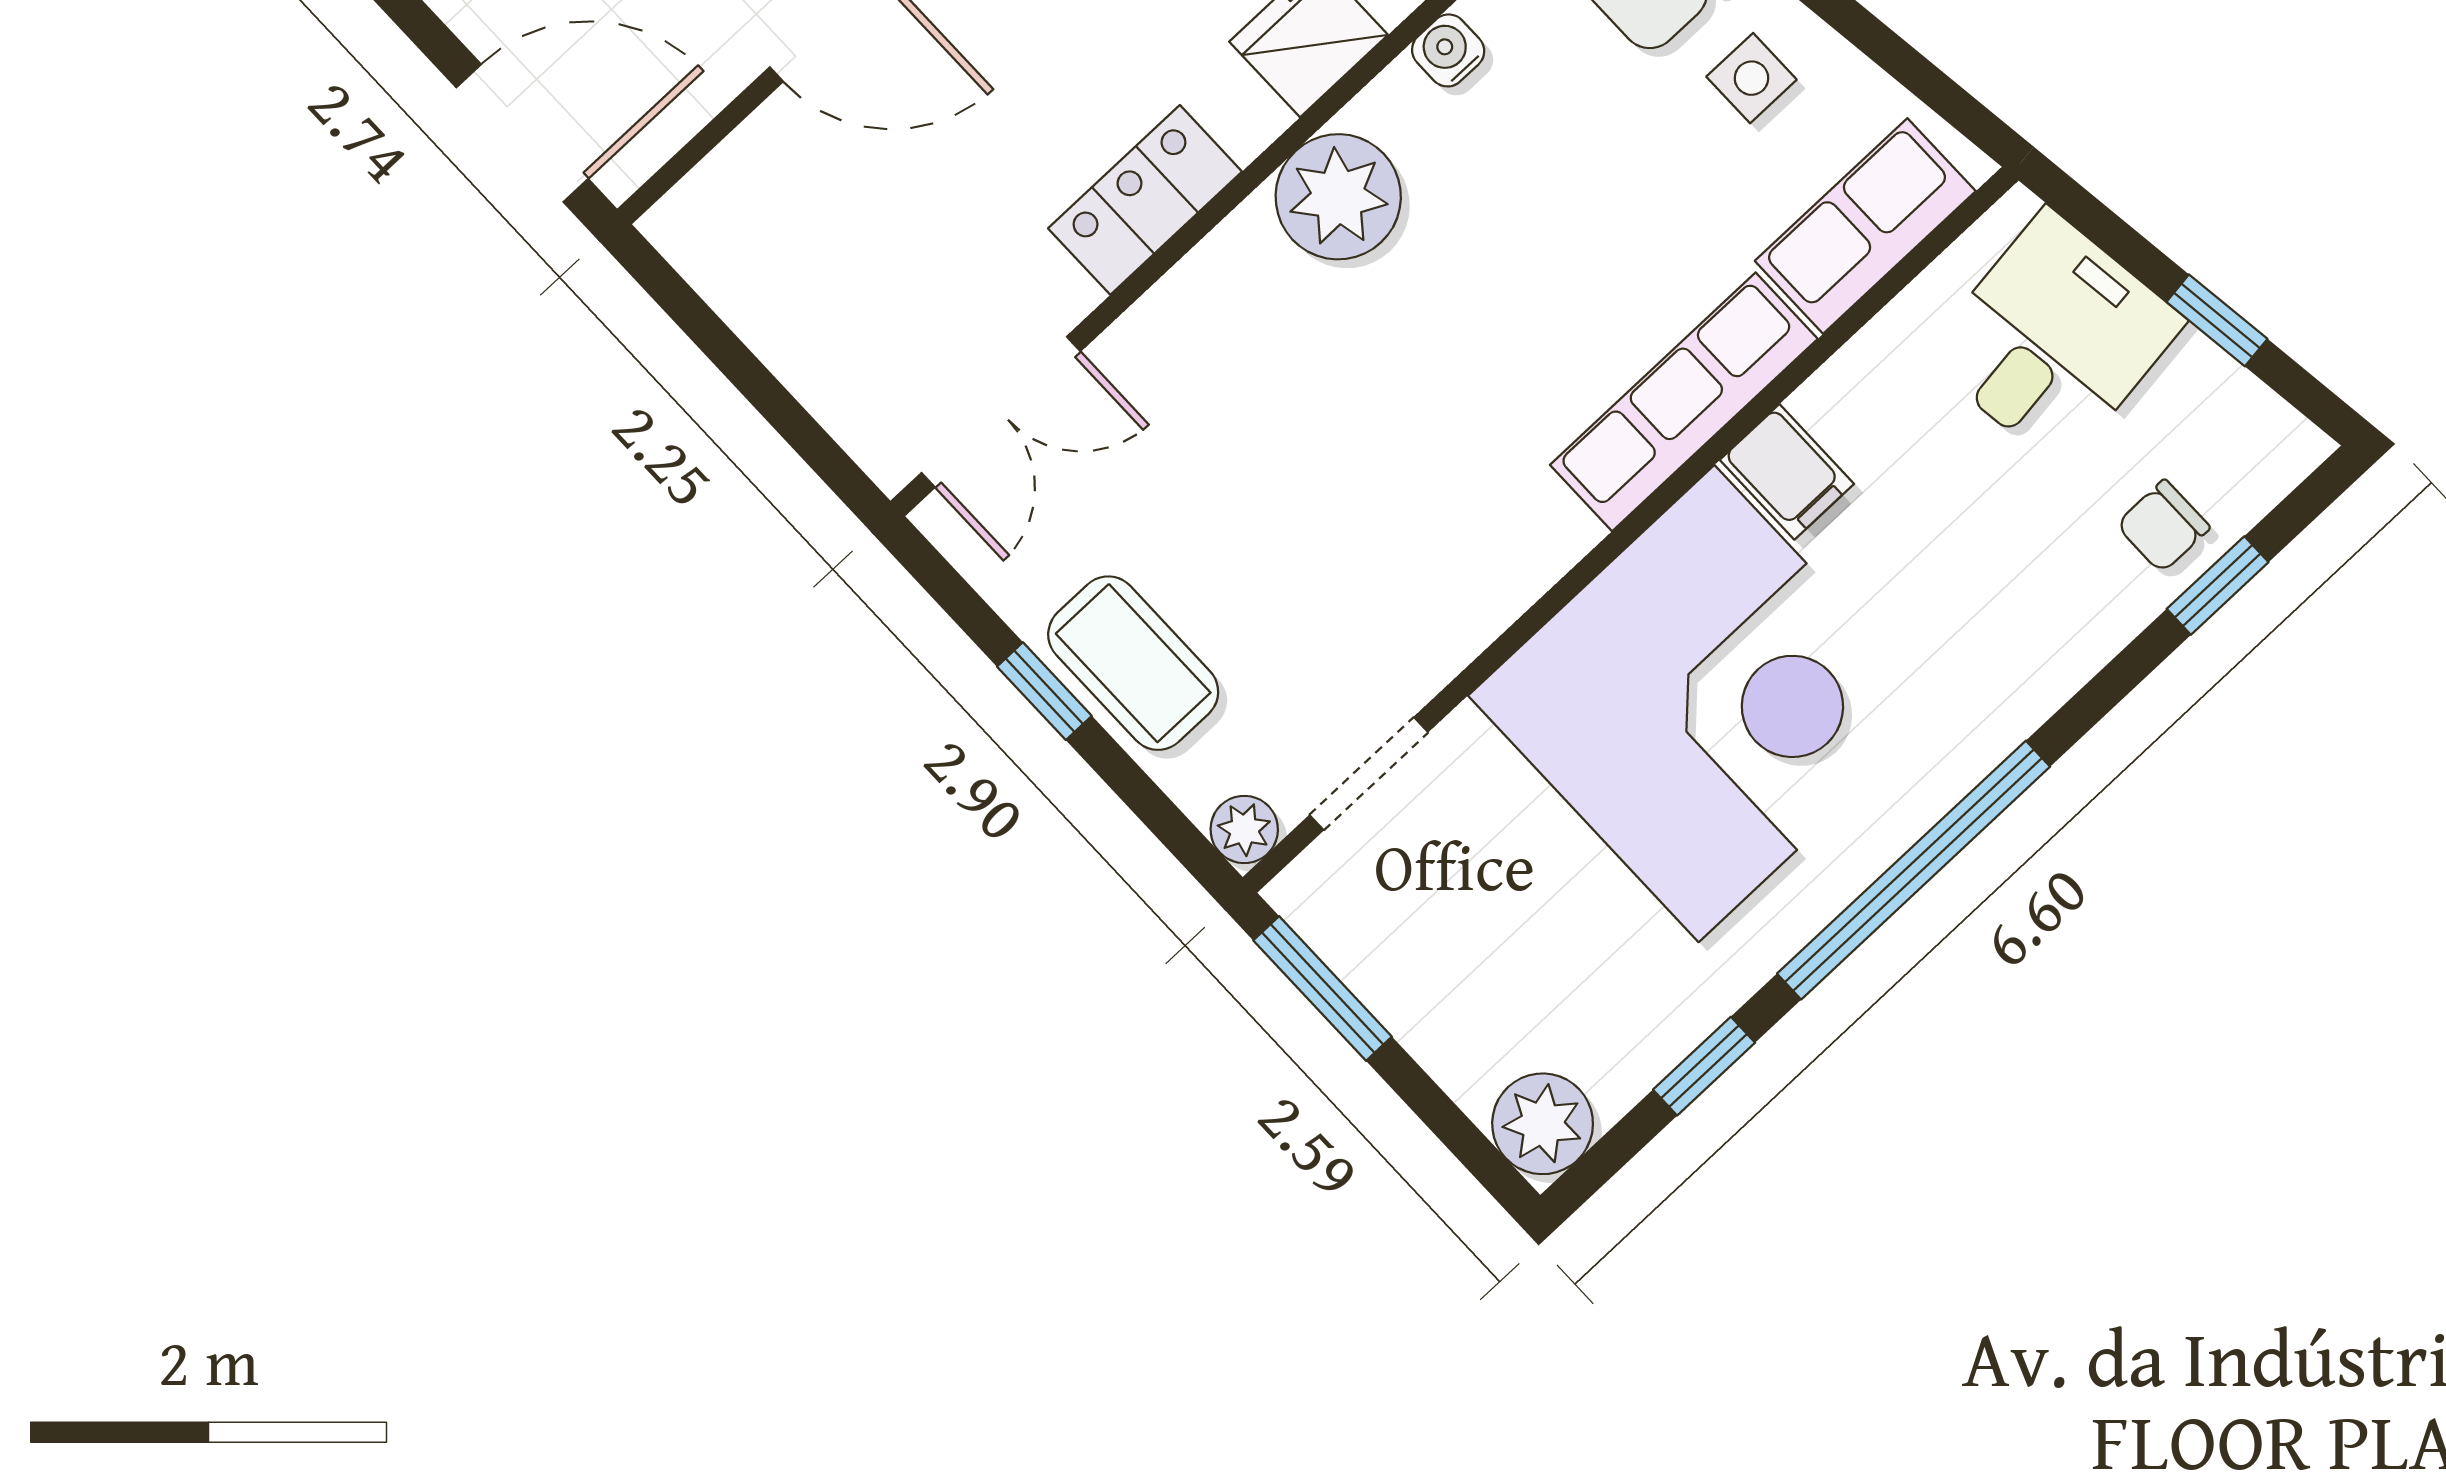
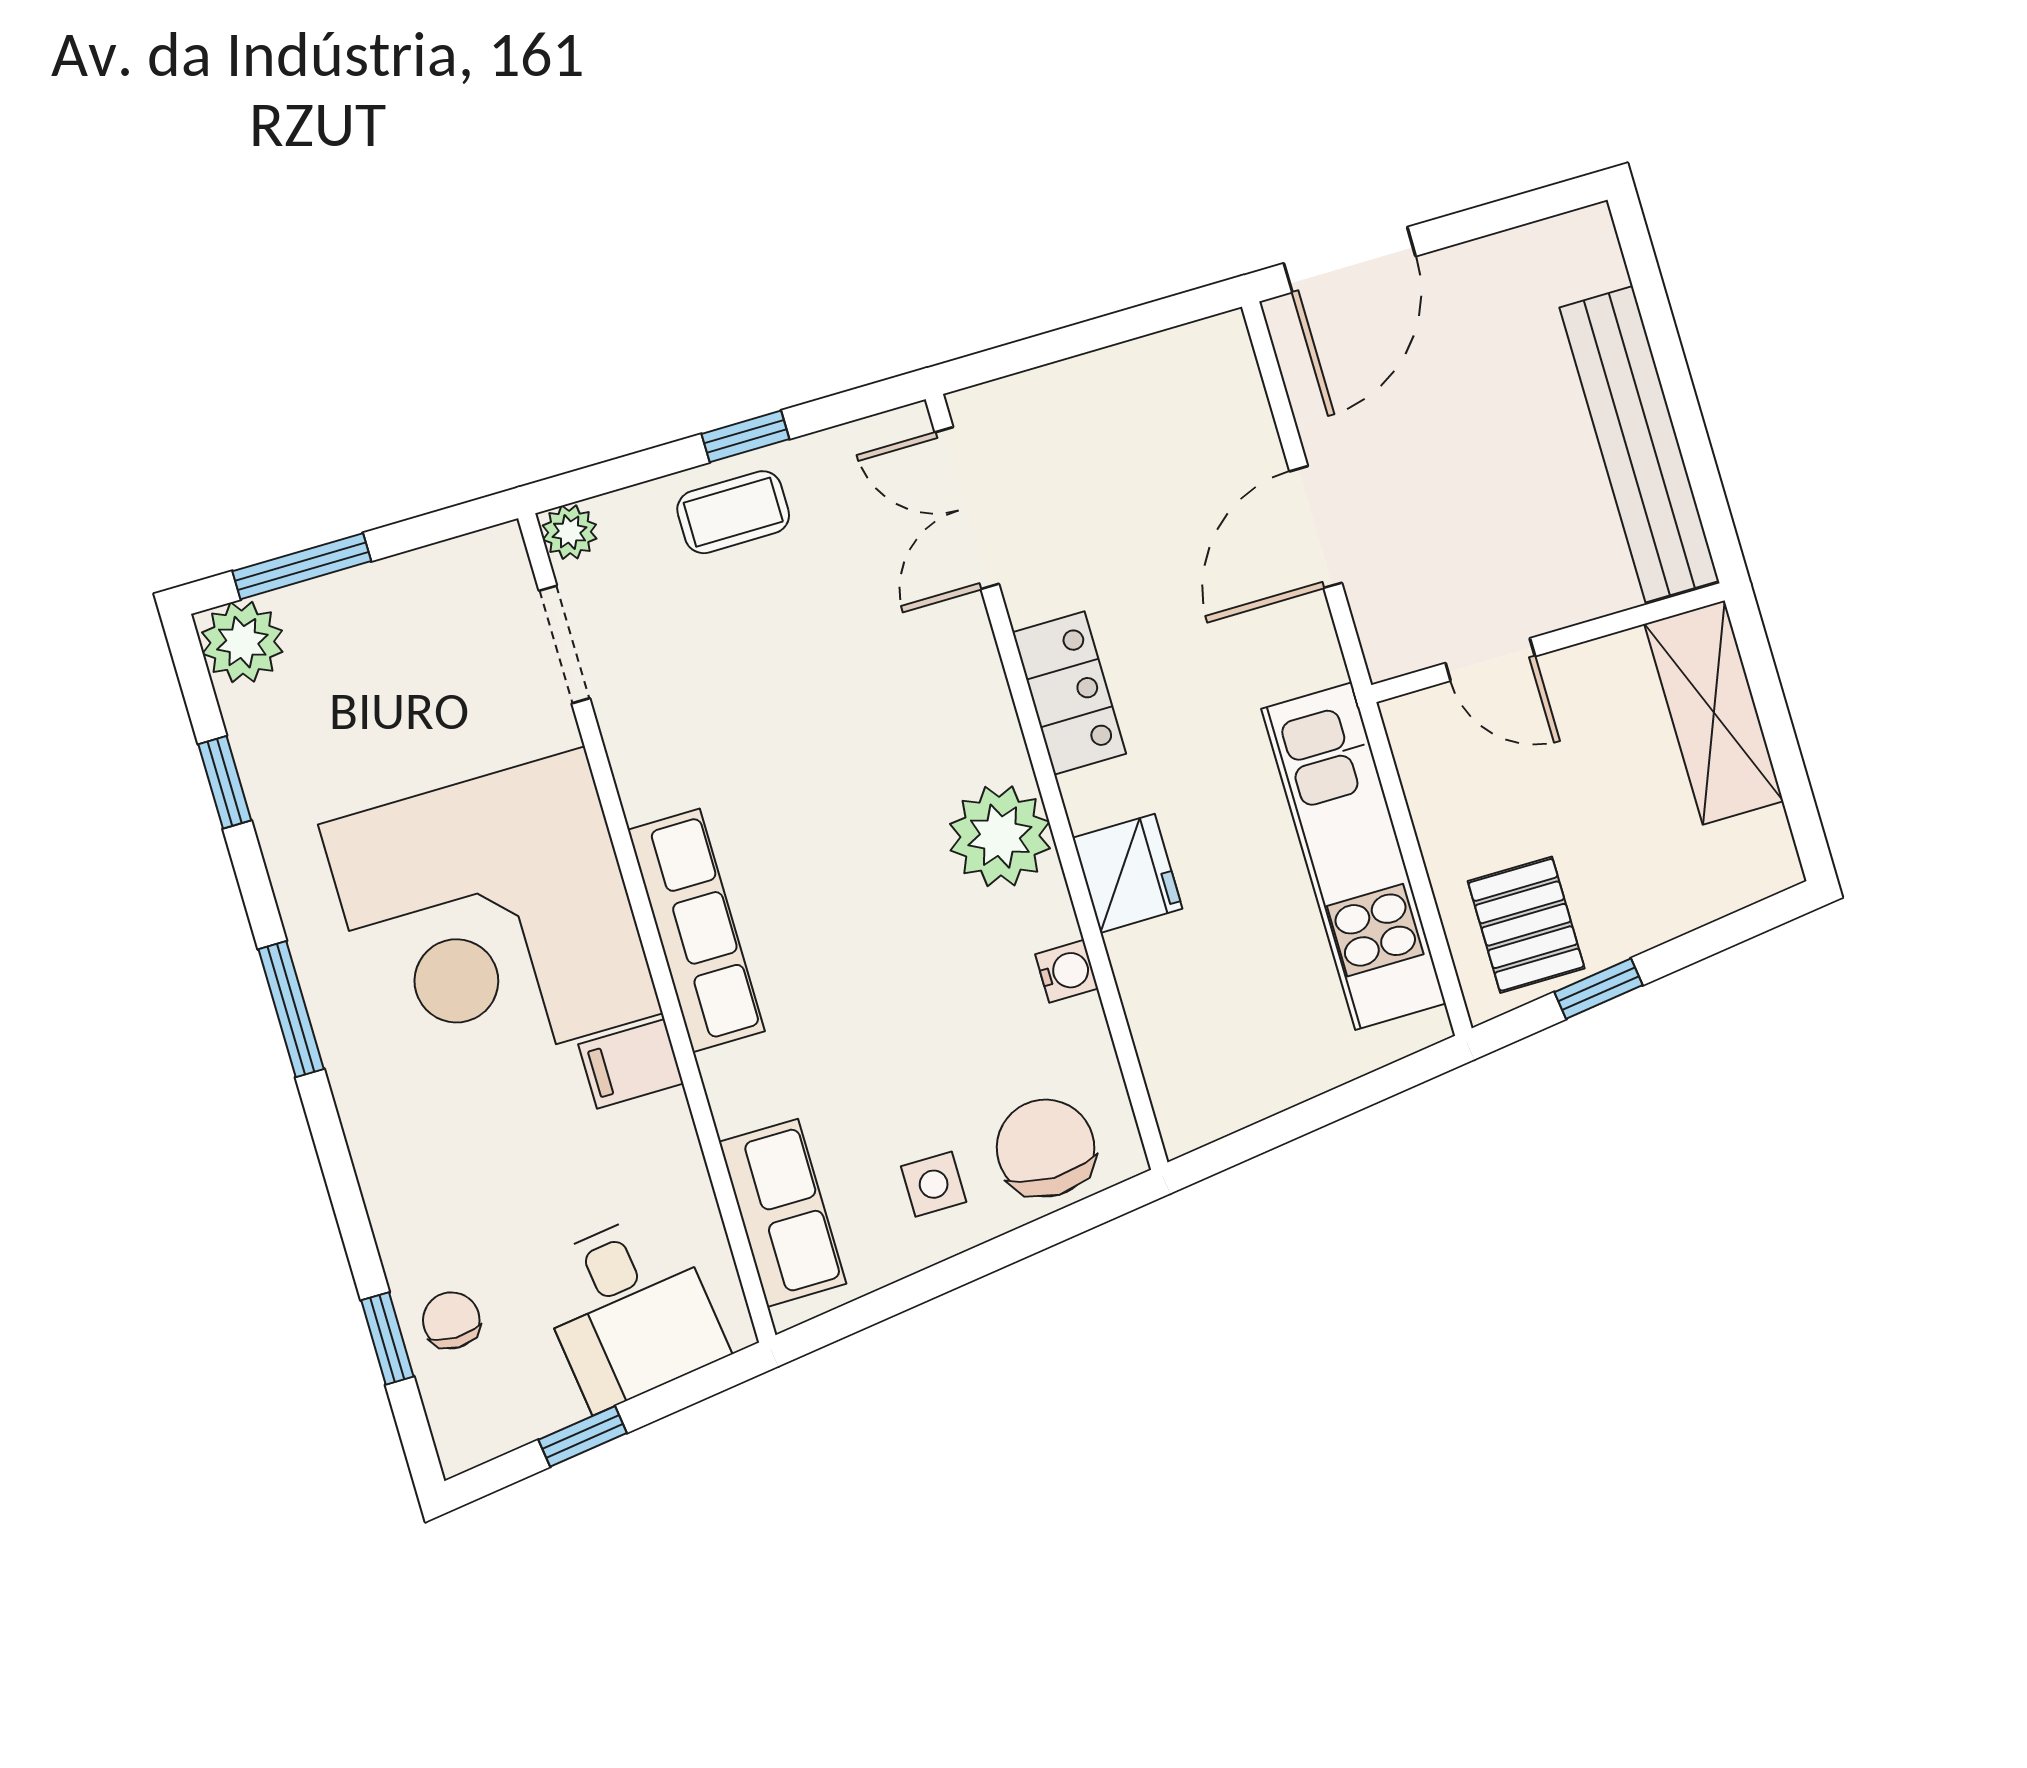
row of seats: (1684, 402) -> (696, 930), moved
coffee table: (1133, 663) -> (733, 512), width x0.73, depth x0.77
window: (1914, 870) -> (291, 1009), width x0.47
window: (1323, 989) -> (302, 566), moved

